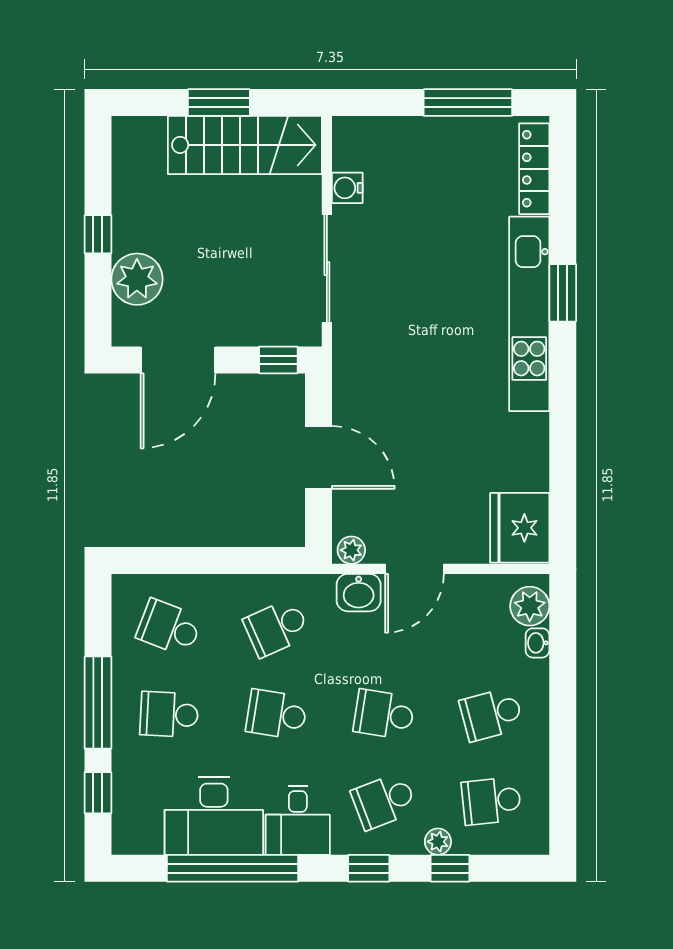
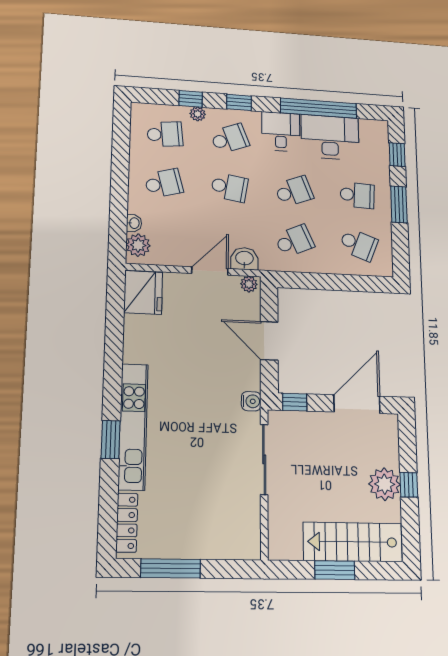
stairs: (245, 145) -> (353, 542), moved
water cooler: (347, 188) -> (251, 401), moved
plant: (137, 279) -> (385, 484), moved
window: (98, 703) -> (399, 204), width x0.69
school desk: (277, 714) -> (294, 191), turned -30

